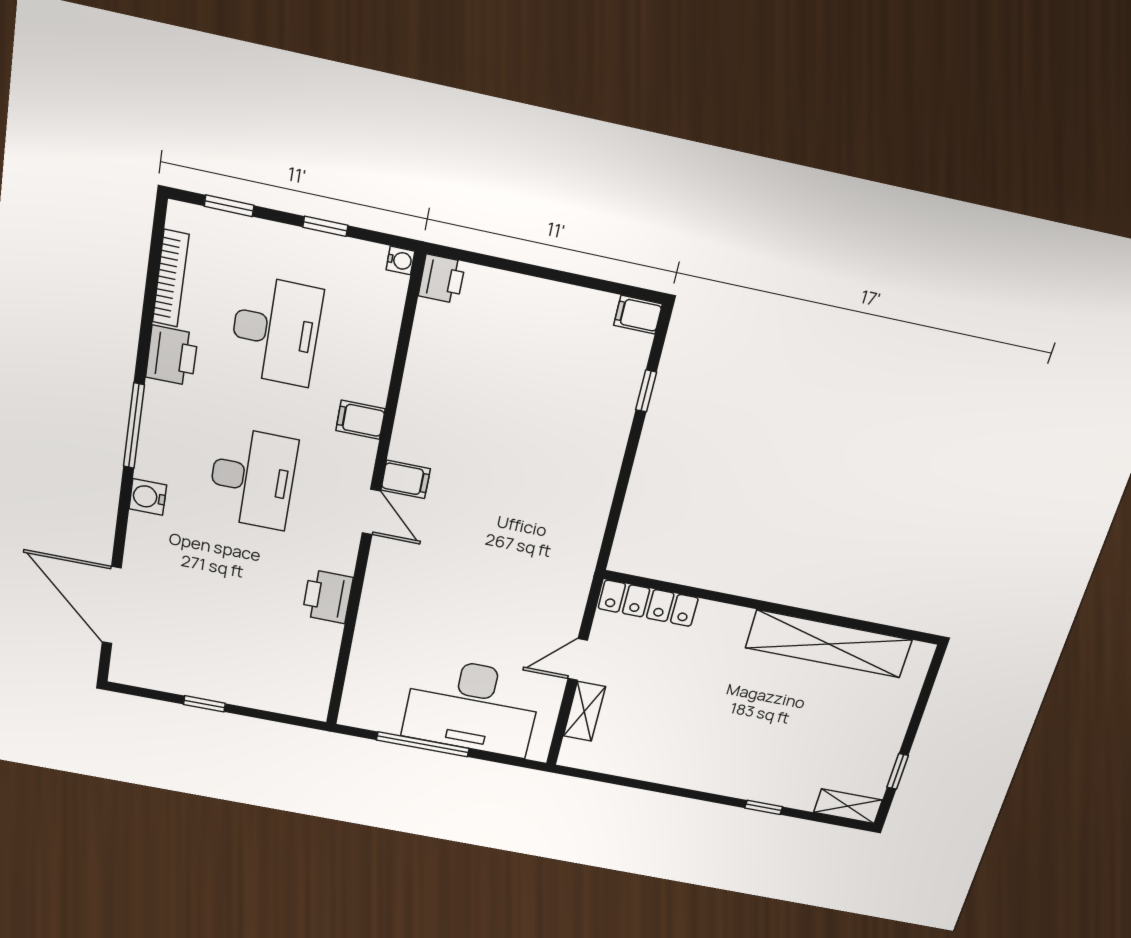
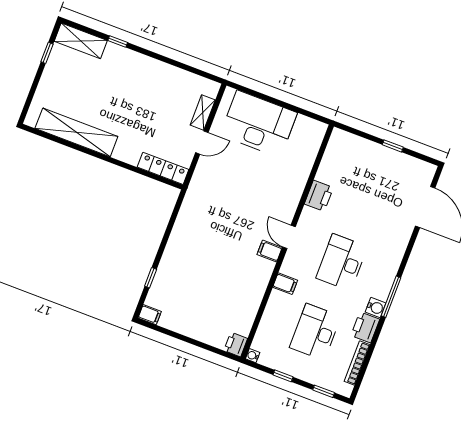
water cooler: (148, 497) -> (376, 308), moved
window: (423, 744) -> (287, 106), removed
shelving: (848, 806) -> (81, 41), width x1.50, depth x1.33

